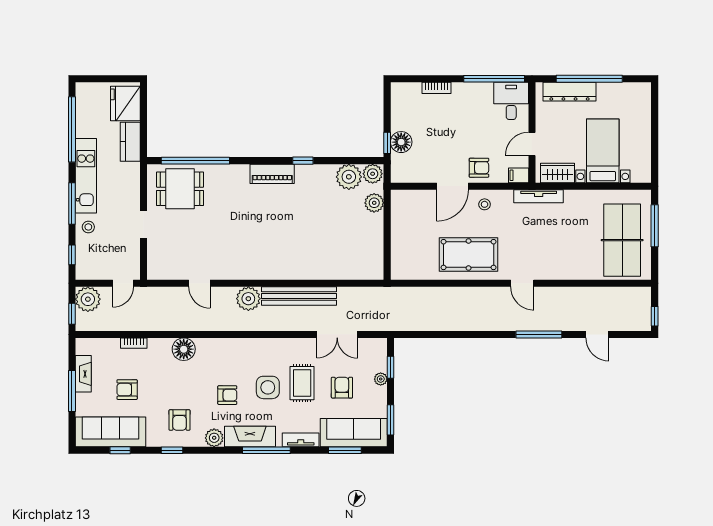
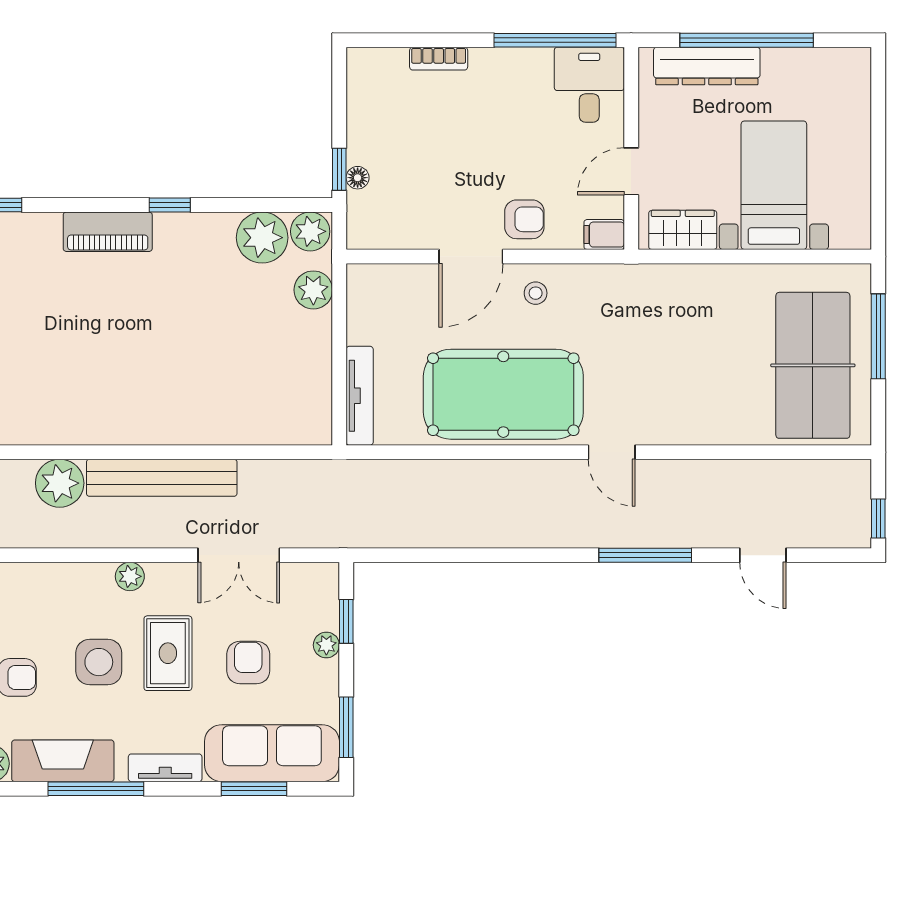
floor lamp: (401, 142) -> (358, 178), width x0.53, depth x0.53
tv unit: (539, 196) -> (360, 396), moved, turned -90
pool table: (469, 255) -> (503, 394), width x1.36, depth x1.32
plant: (283, 345) -> (130, 576), added

